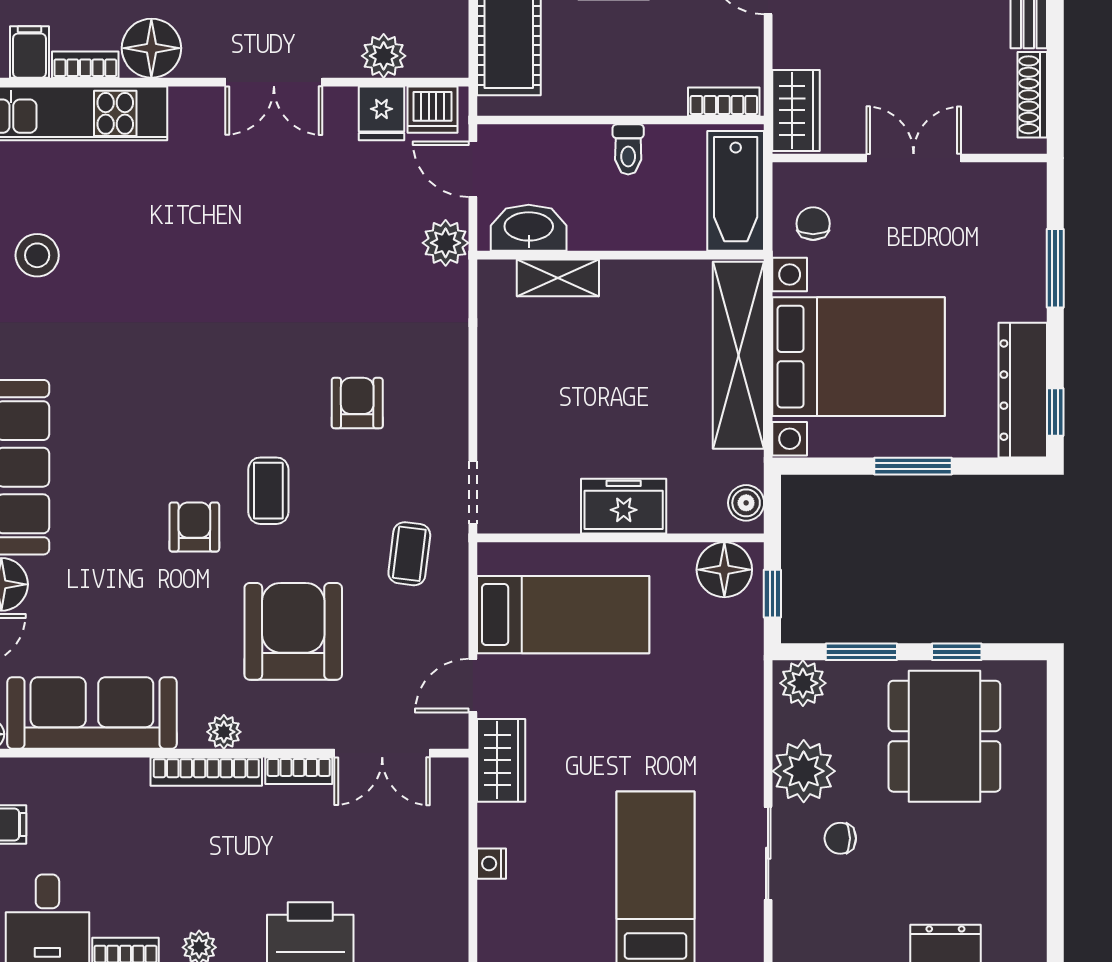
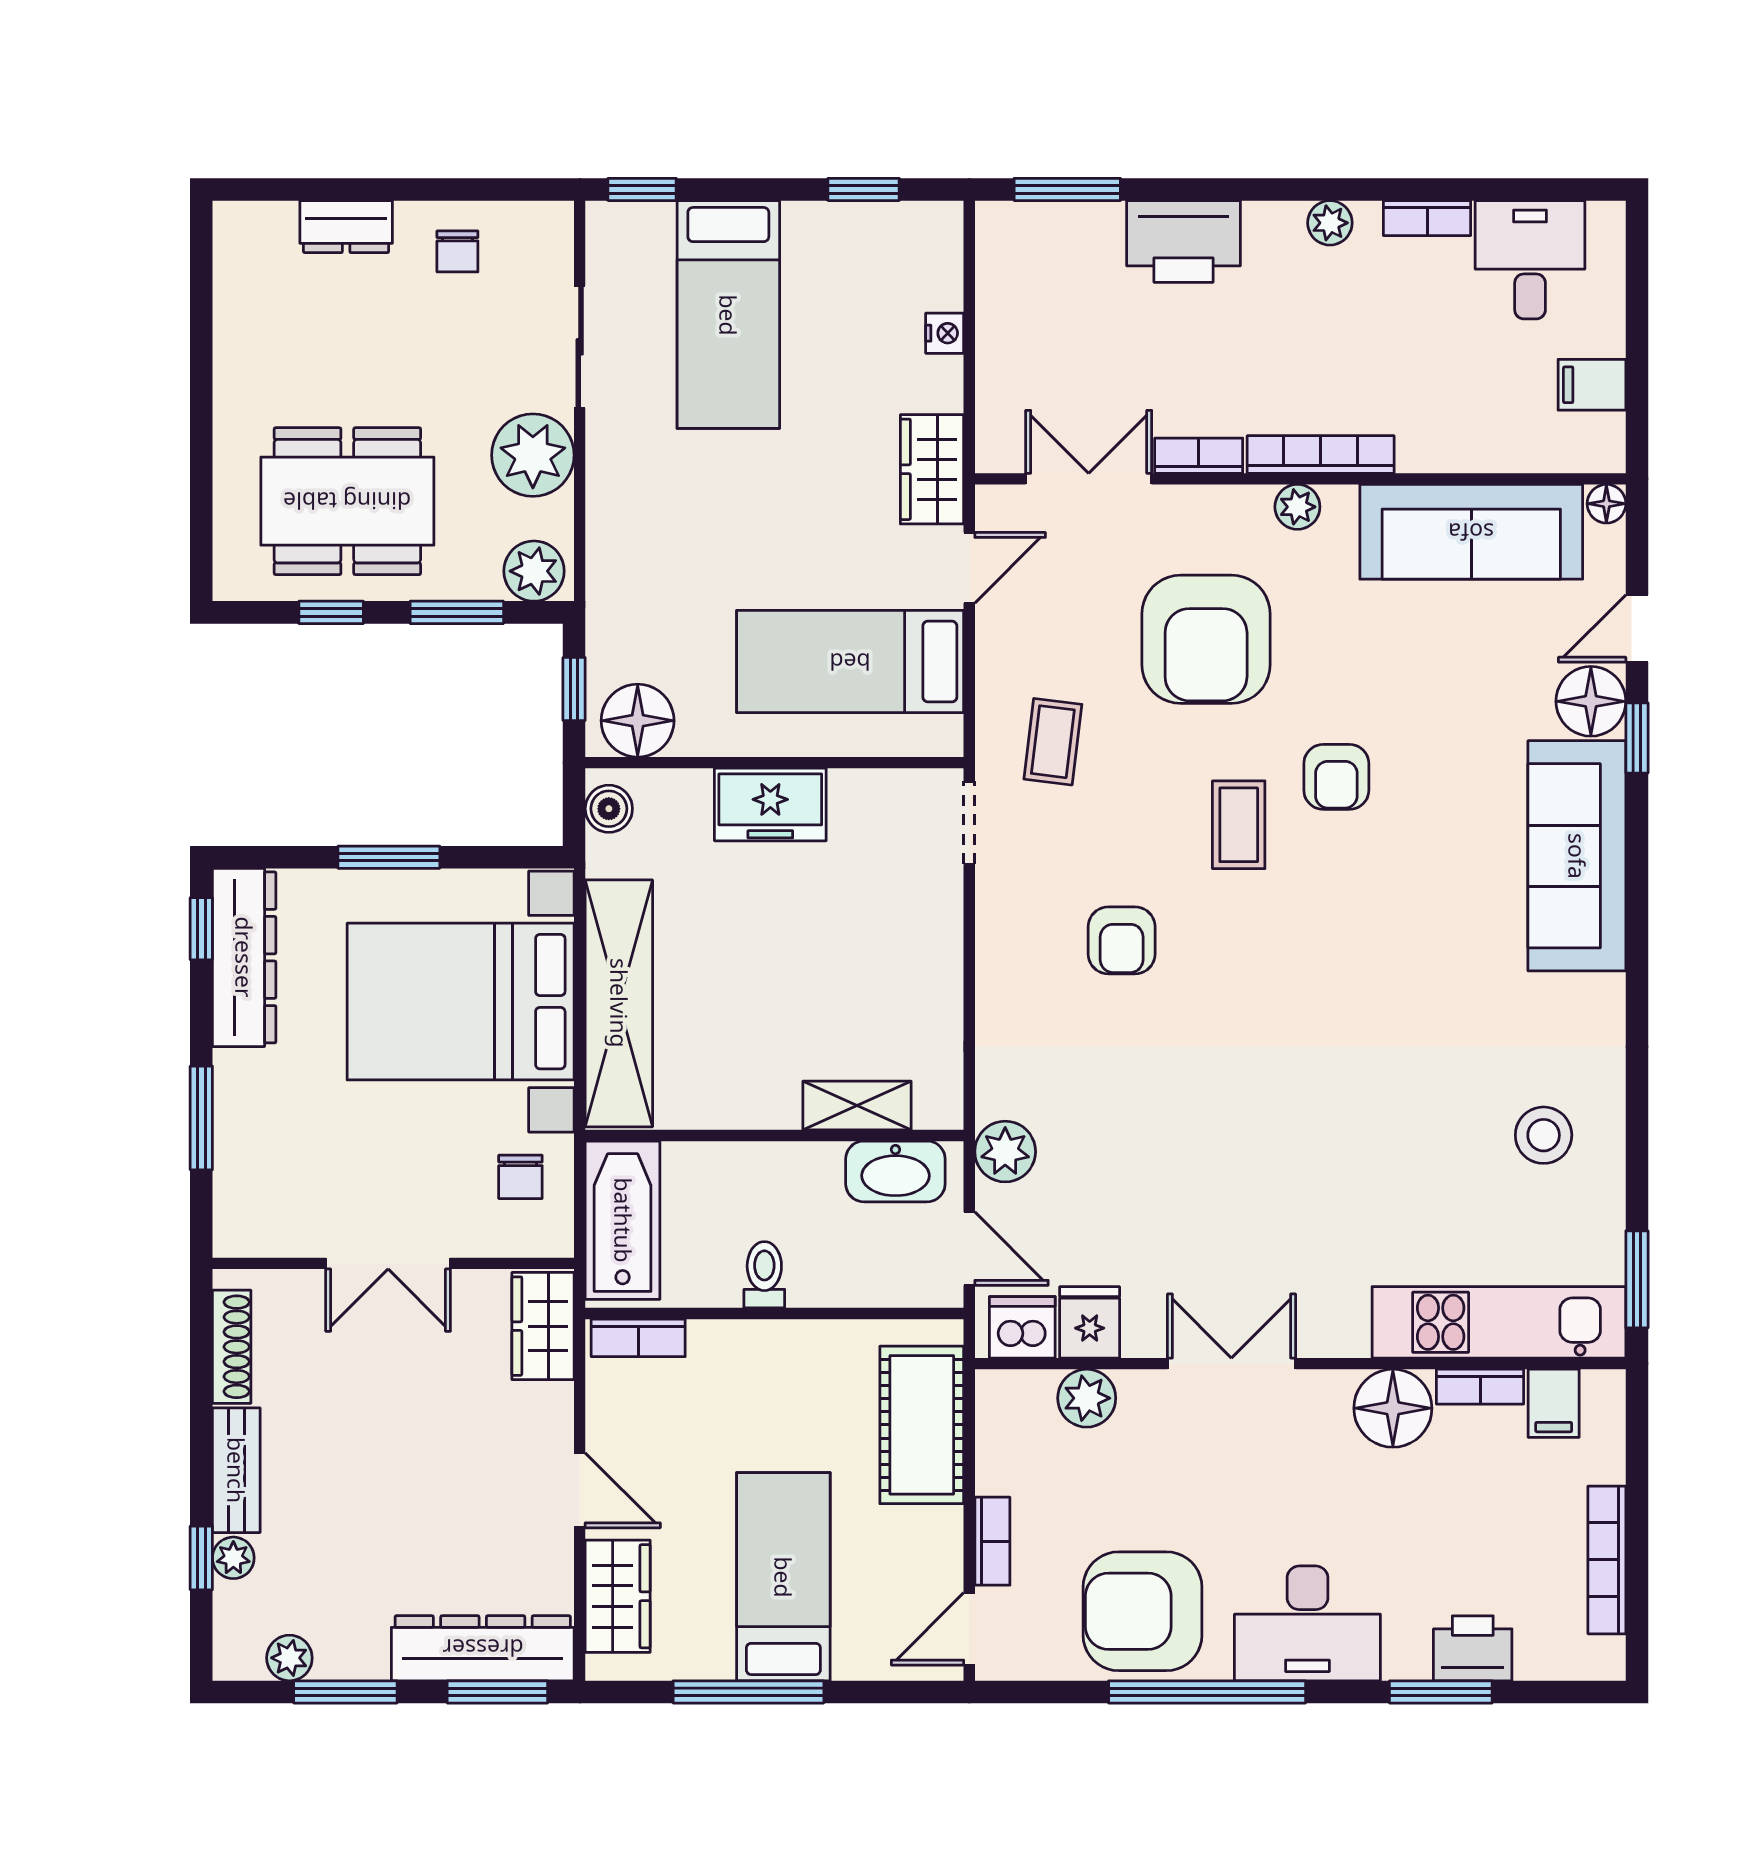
dining table: (944, 736) -> (347, 501), turned 90
chair: (840, 838) -> (457, 251), moved, turned 90

